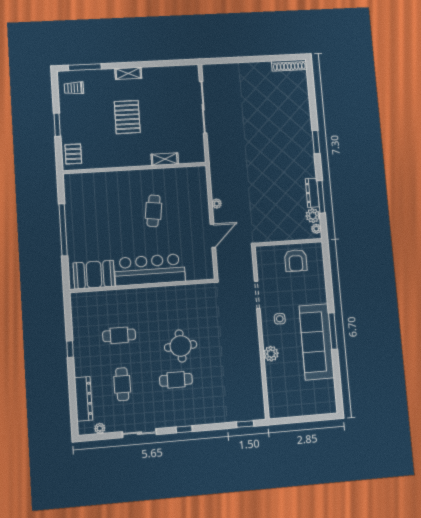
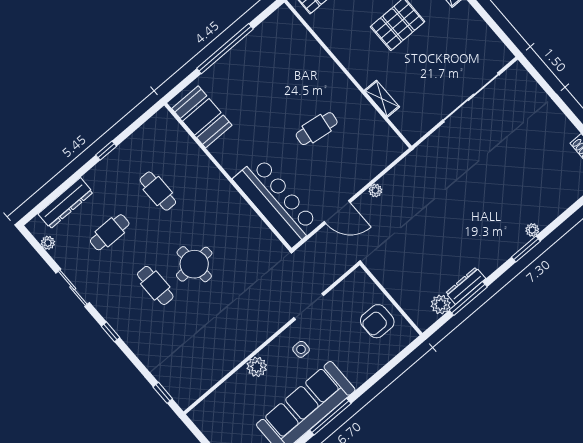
plant: (316, 229) -> (532, 230), moved
bar counter: (150, 270) -> (276, 202), moved

